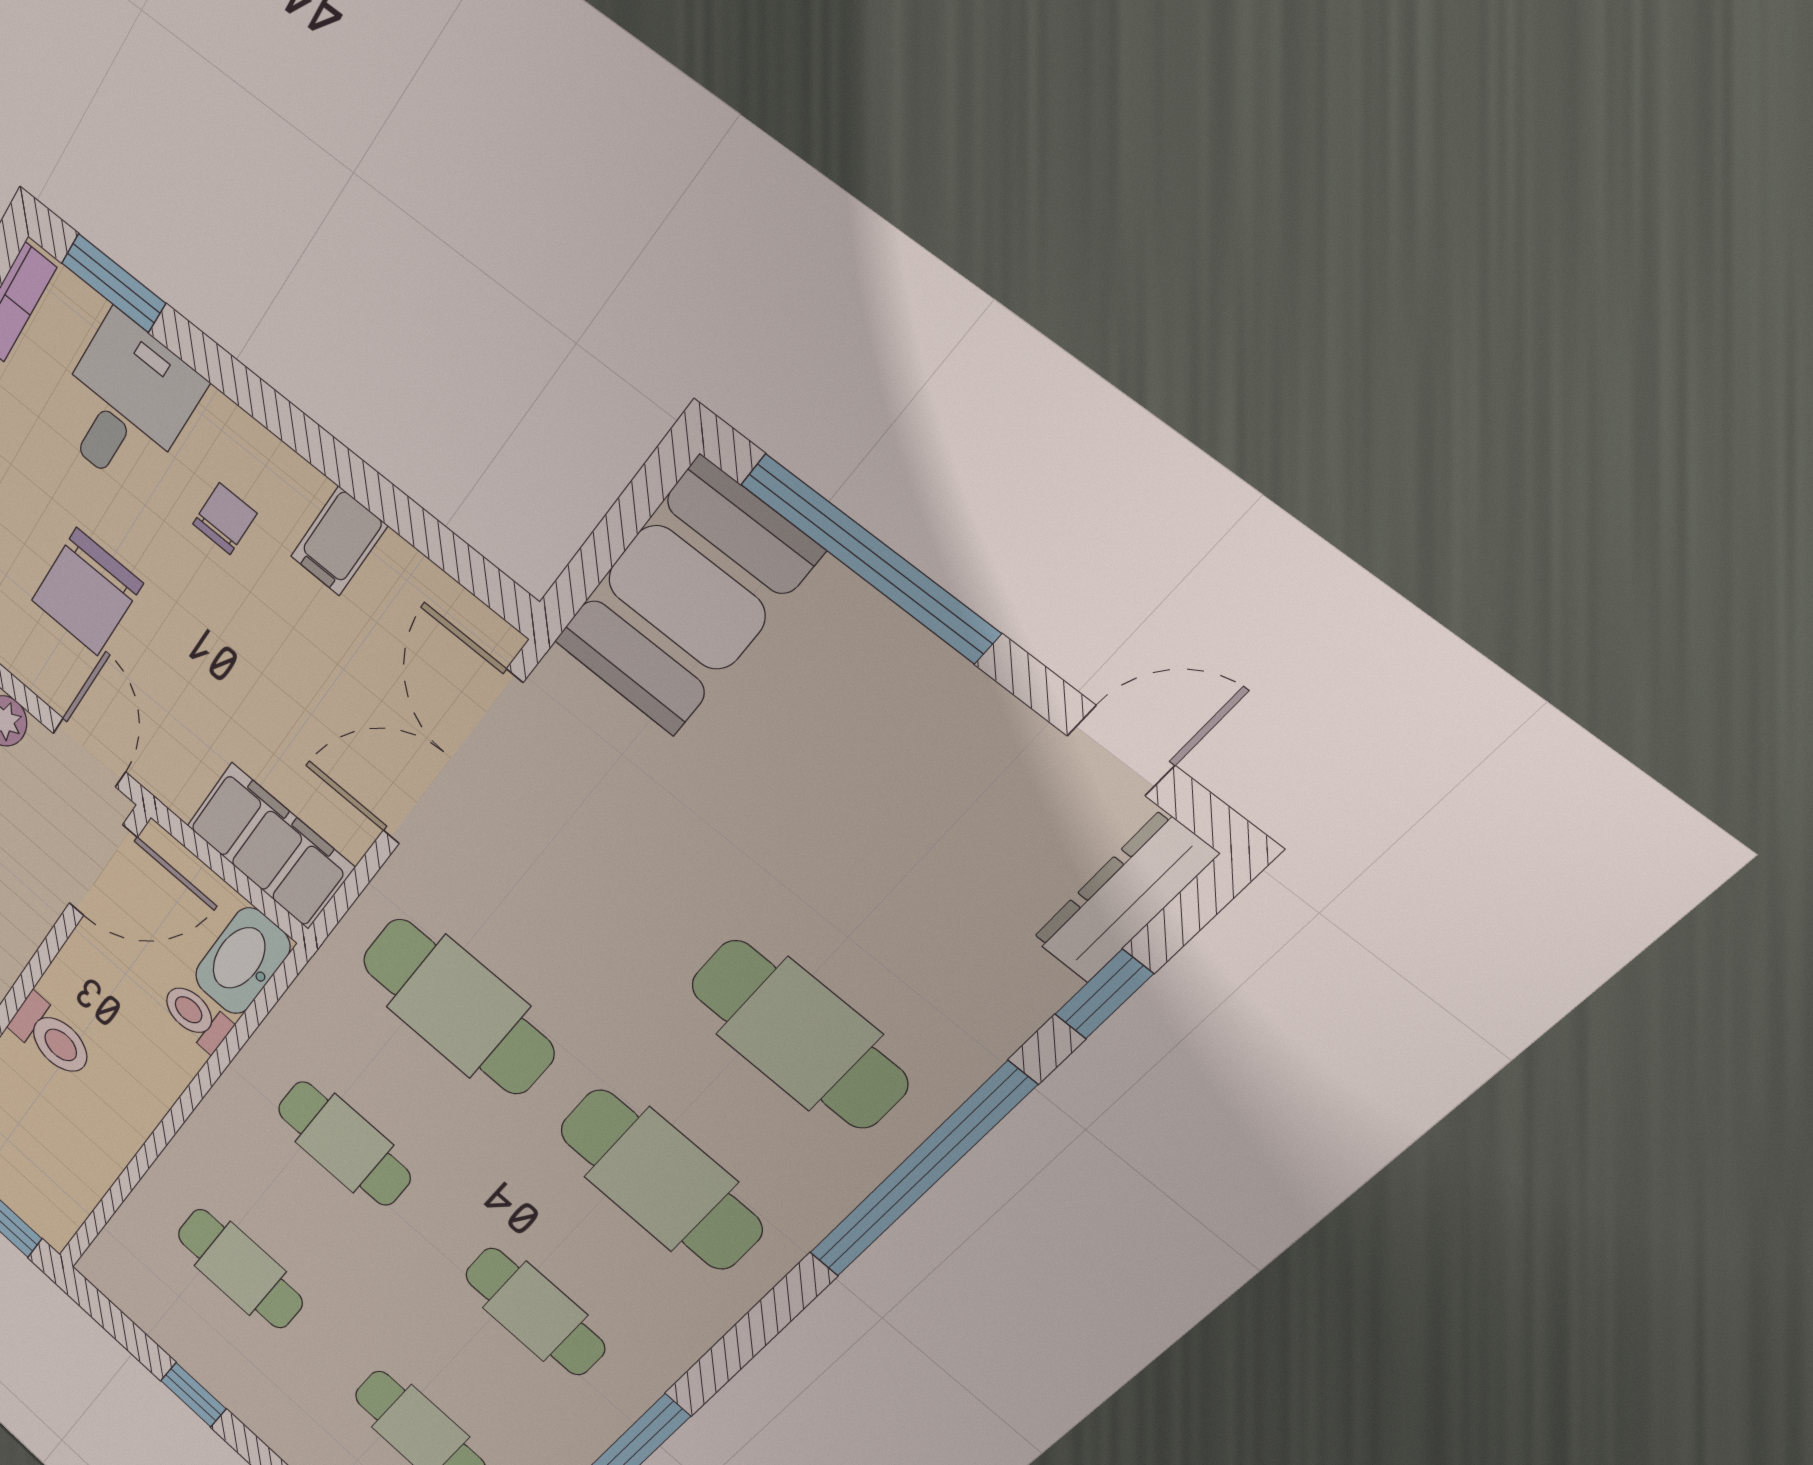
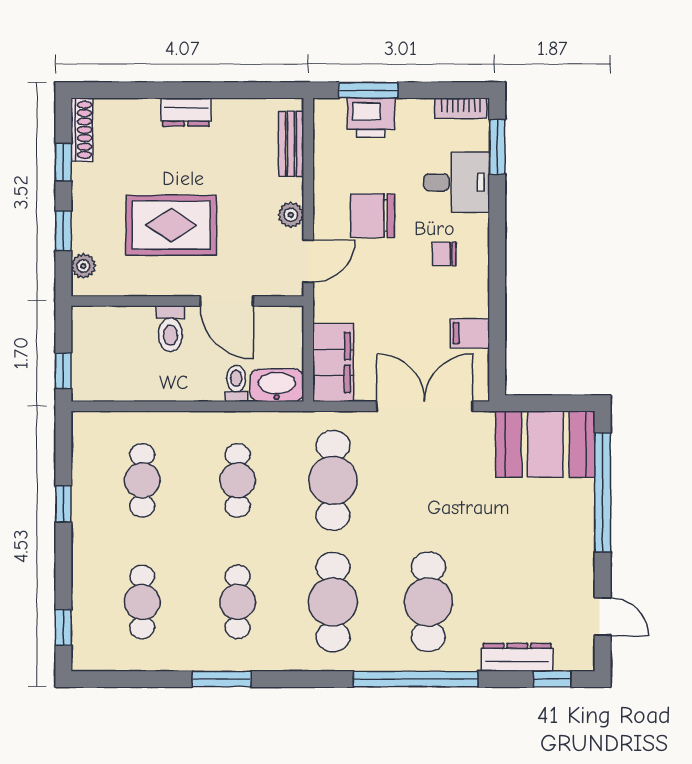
chair: (225, 519) -> (444, 254), turned 180
filing cabinet: (339, 541) -> (470, 333), moved
door: (103, 871) -> (227, 301), moved
dresser: (1124, 897) -> (517, 657), moved
window: (1104, 994) -> (552, 679), moved

